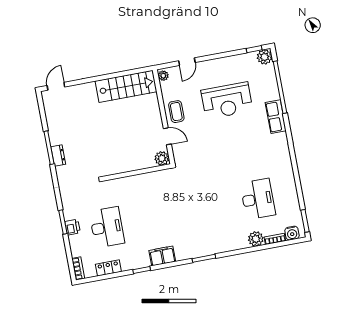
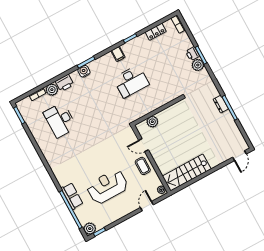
row of seats: (276, 117) -> (72, 196), moved
plant: (162, 158) -> (152, 122), moved
plant: (71, 211) -> (198, 65), added
desk: (107, 227) -> (131, 81), moved, turned -90
water cooler: (292, 233) -> (84, 71), moved
printer: (238, 242) -> (65, 83), added
filing cabinet: (162, 256) -> (118, 54), width x0.50

